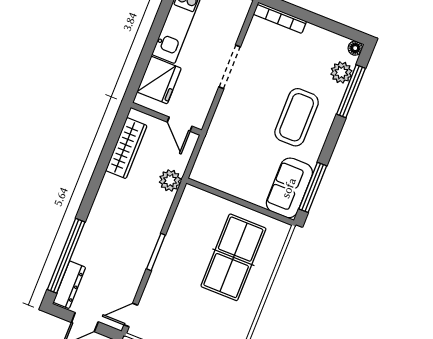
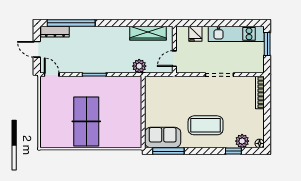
fridge: (159, 80) -> (195, 34), width x0.53, depth x0.75
window: (351, 91) -> (233, 151), width x0.46
table tennis table: (233, 257) -> (86, 121), moved, turned 90

